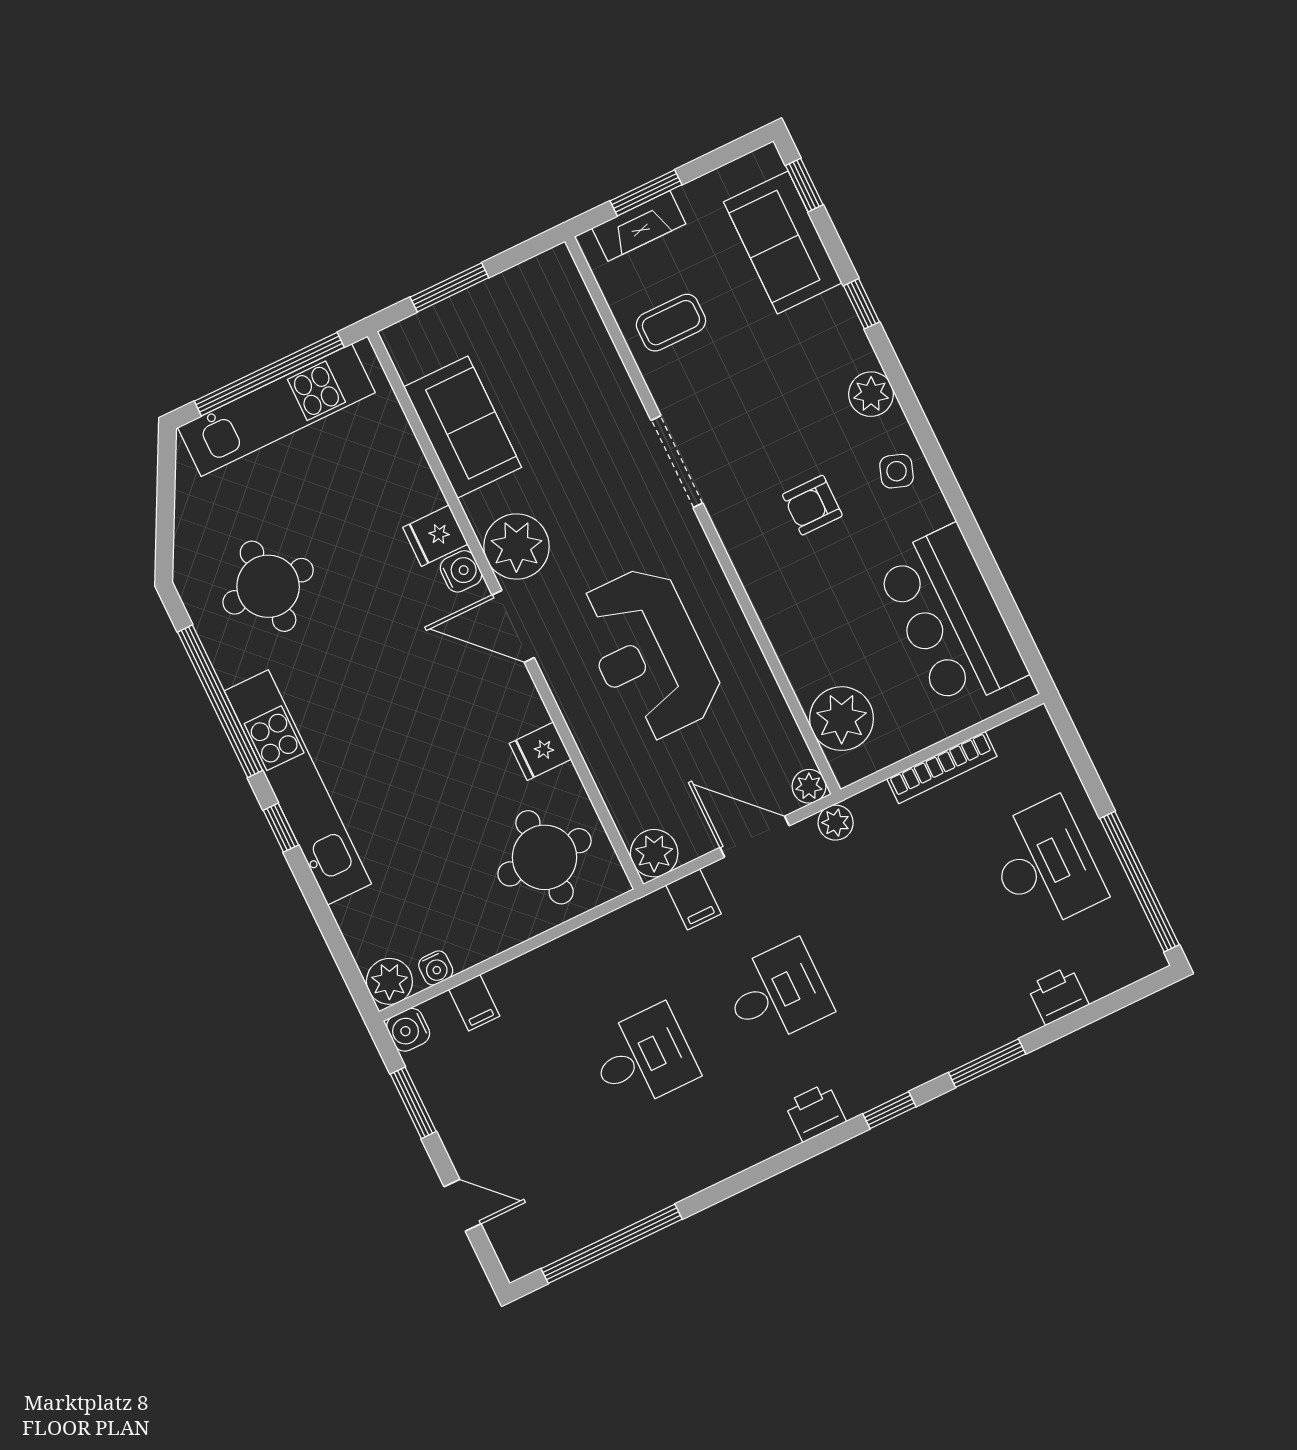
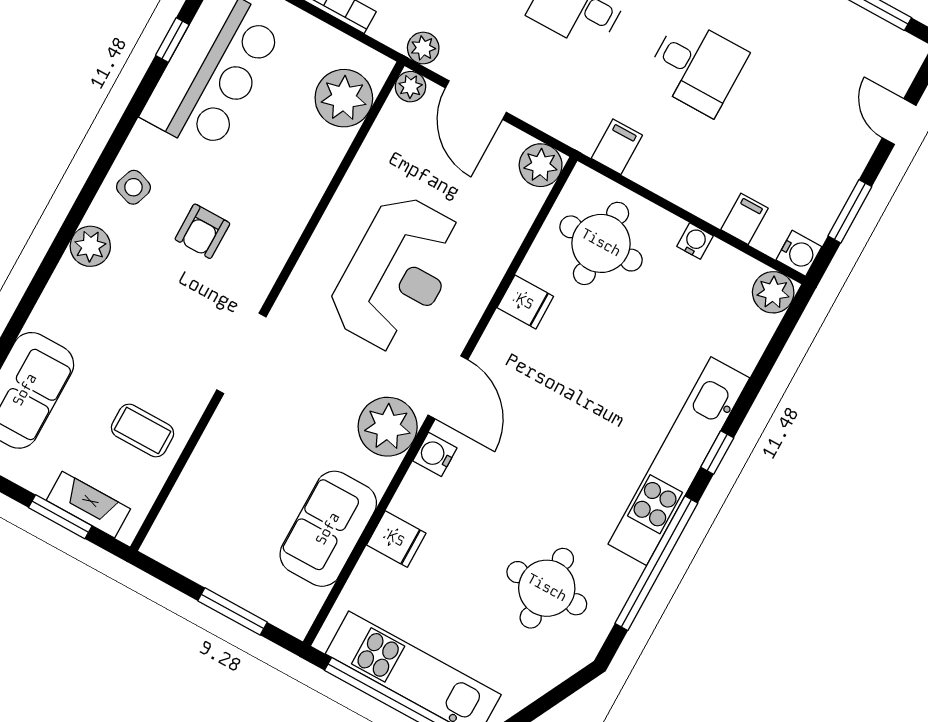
window: (861, 304) -> (172, 40), moved
armchair: (812, 505) -> (202, 231), turned 90
fridge: (435, 536) -> (396, 539), moved
filing cabinet: (693, 899) -> (617, 147), moved
water cooler: (436, 968) -> (695, 241), moved
desk: (643, 1058) -> (696, 66), turned 180

